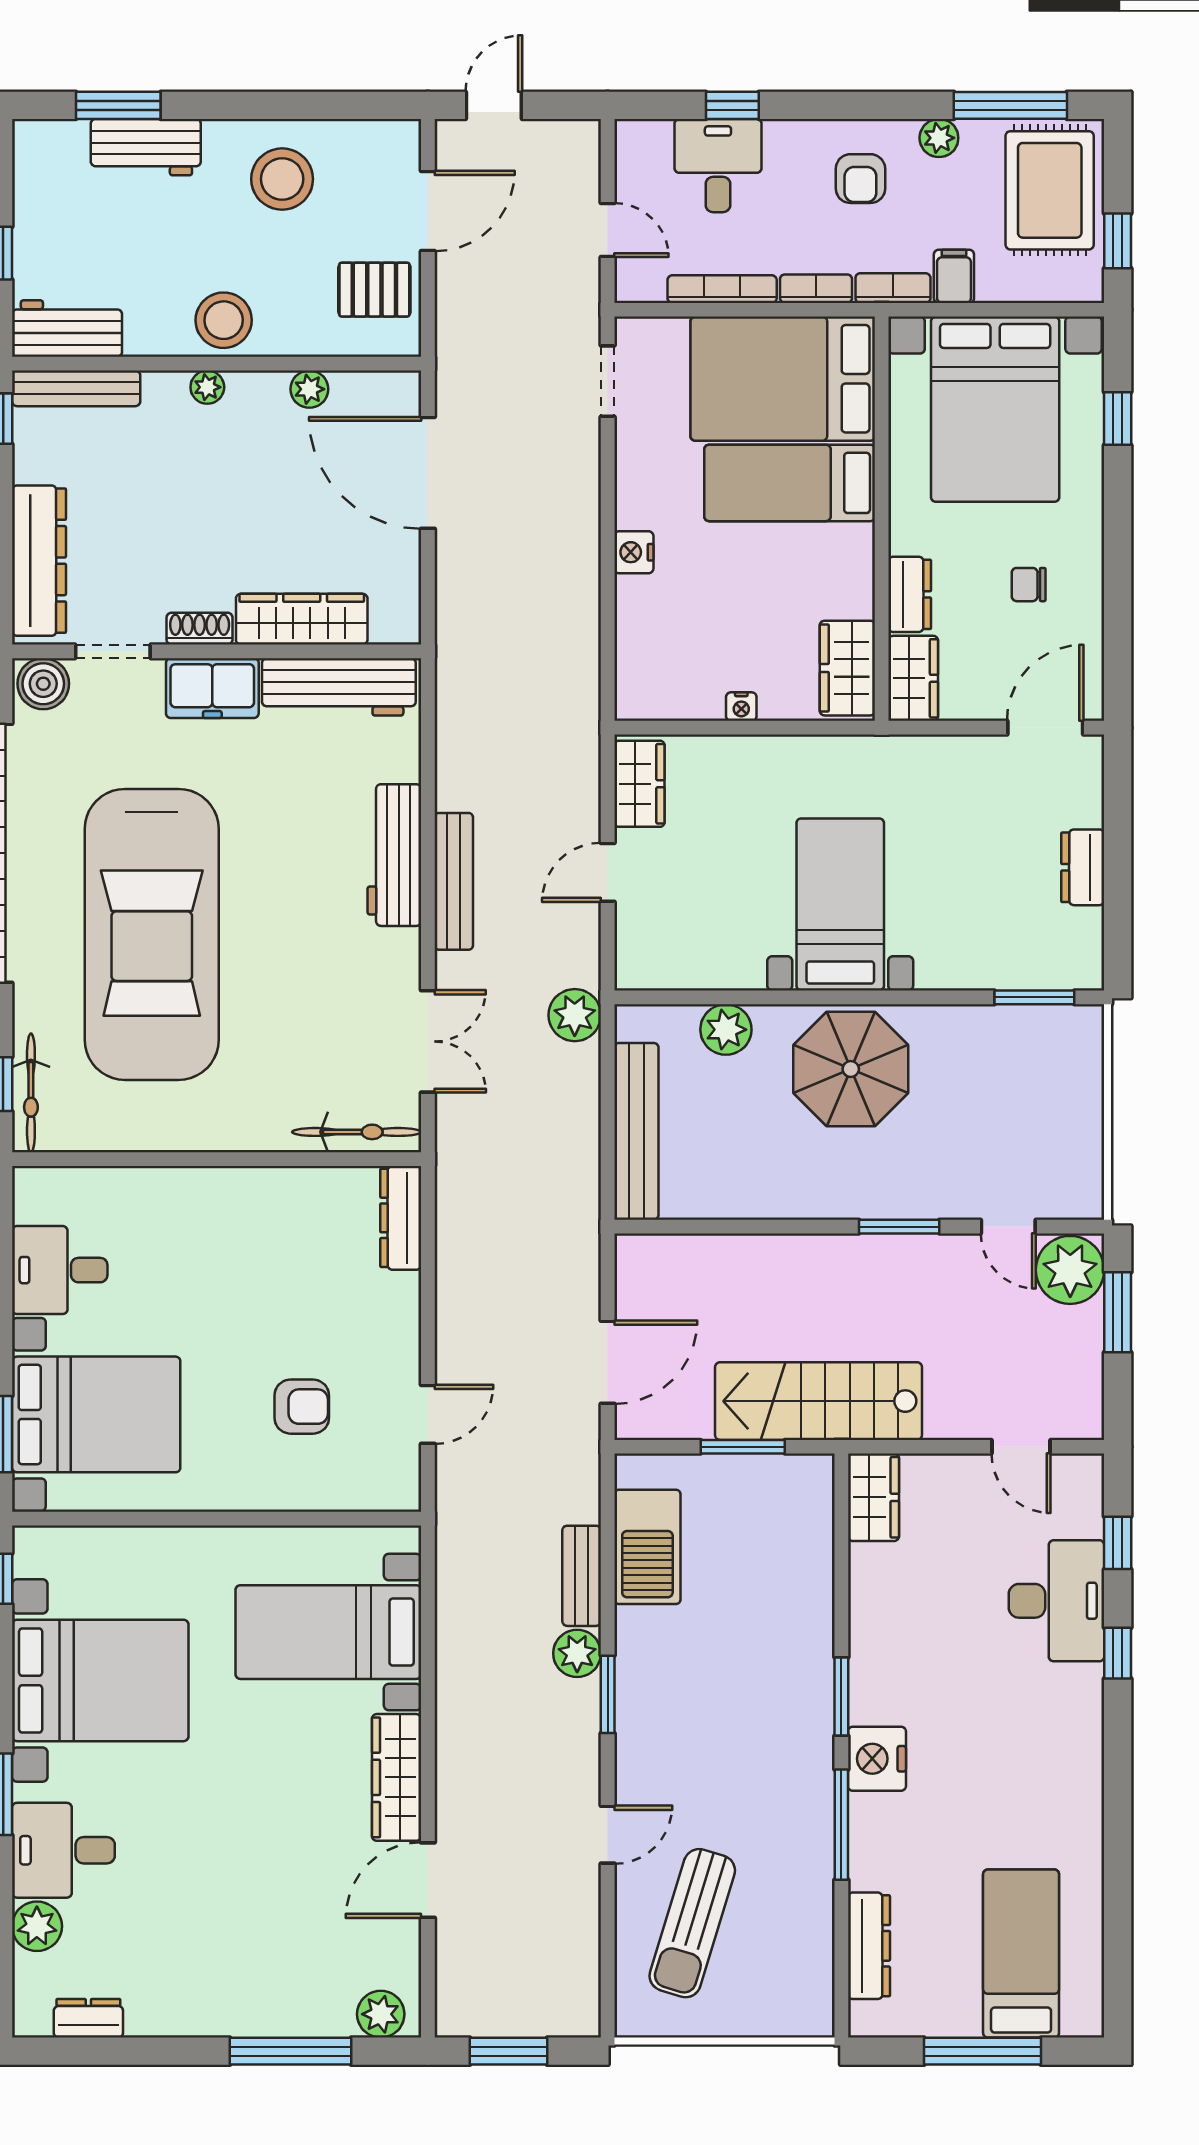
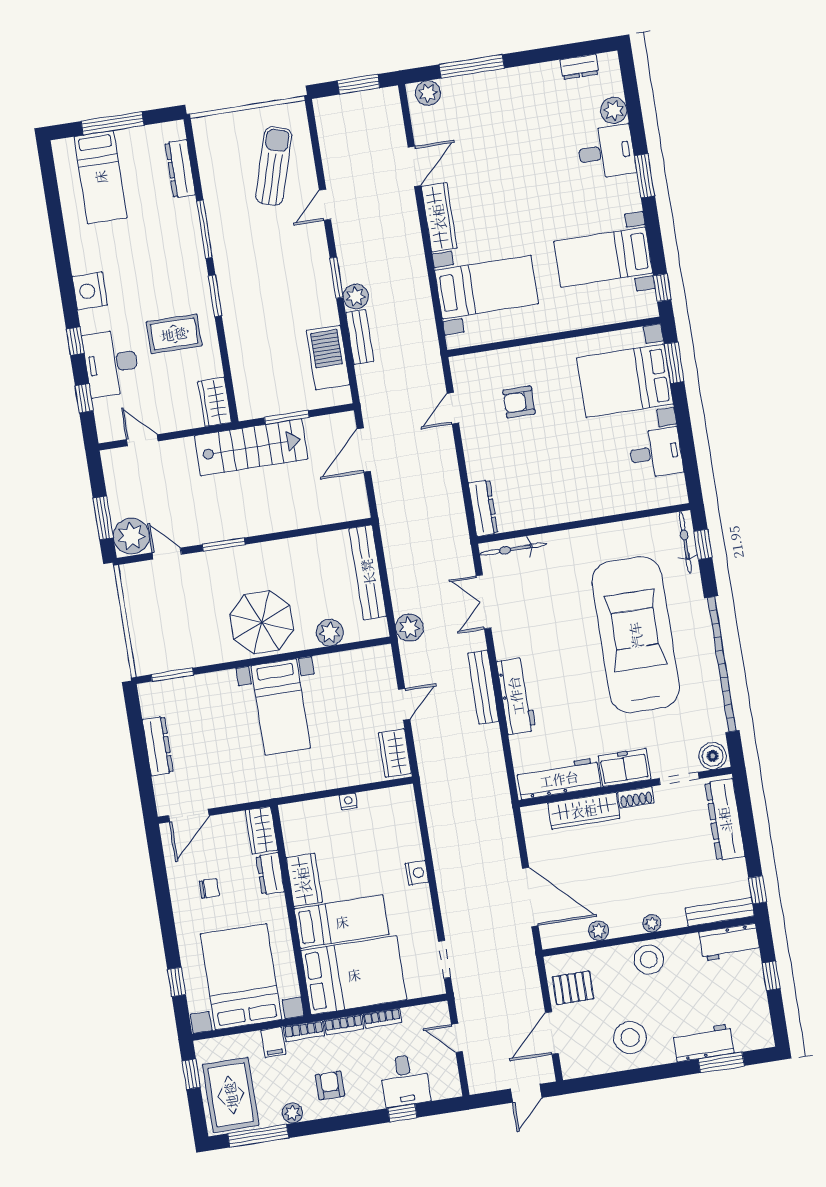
bookcase: (722, 289) -> (382, 1018), width x0.64
wardrobe: (847, 668) -> (304, 880), moved
dresser: (1083, 867) -> (158, 746), width x1.44
rug: (929, 1637) -> (174, 334), added
bed with nightstands: (100, 1680) -> (603, 257), width x0.73
nightstand: (877, 1759) -> (90, 291), moved, turned 180

